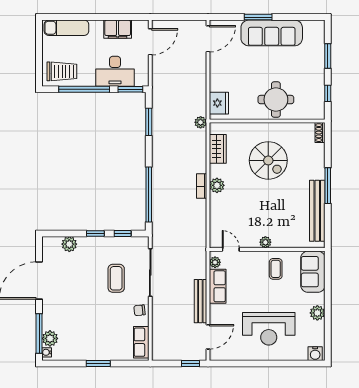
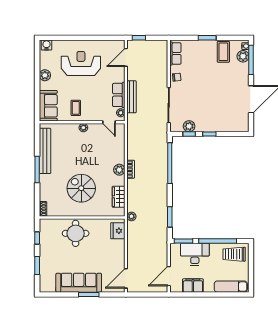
plant: (69, 244) -> (189, 126), moved
coffee table: (116, 278) -> (223, 52), moved
bench: (200, 301) -> (132, 97), moved

